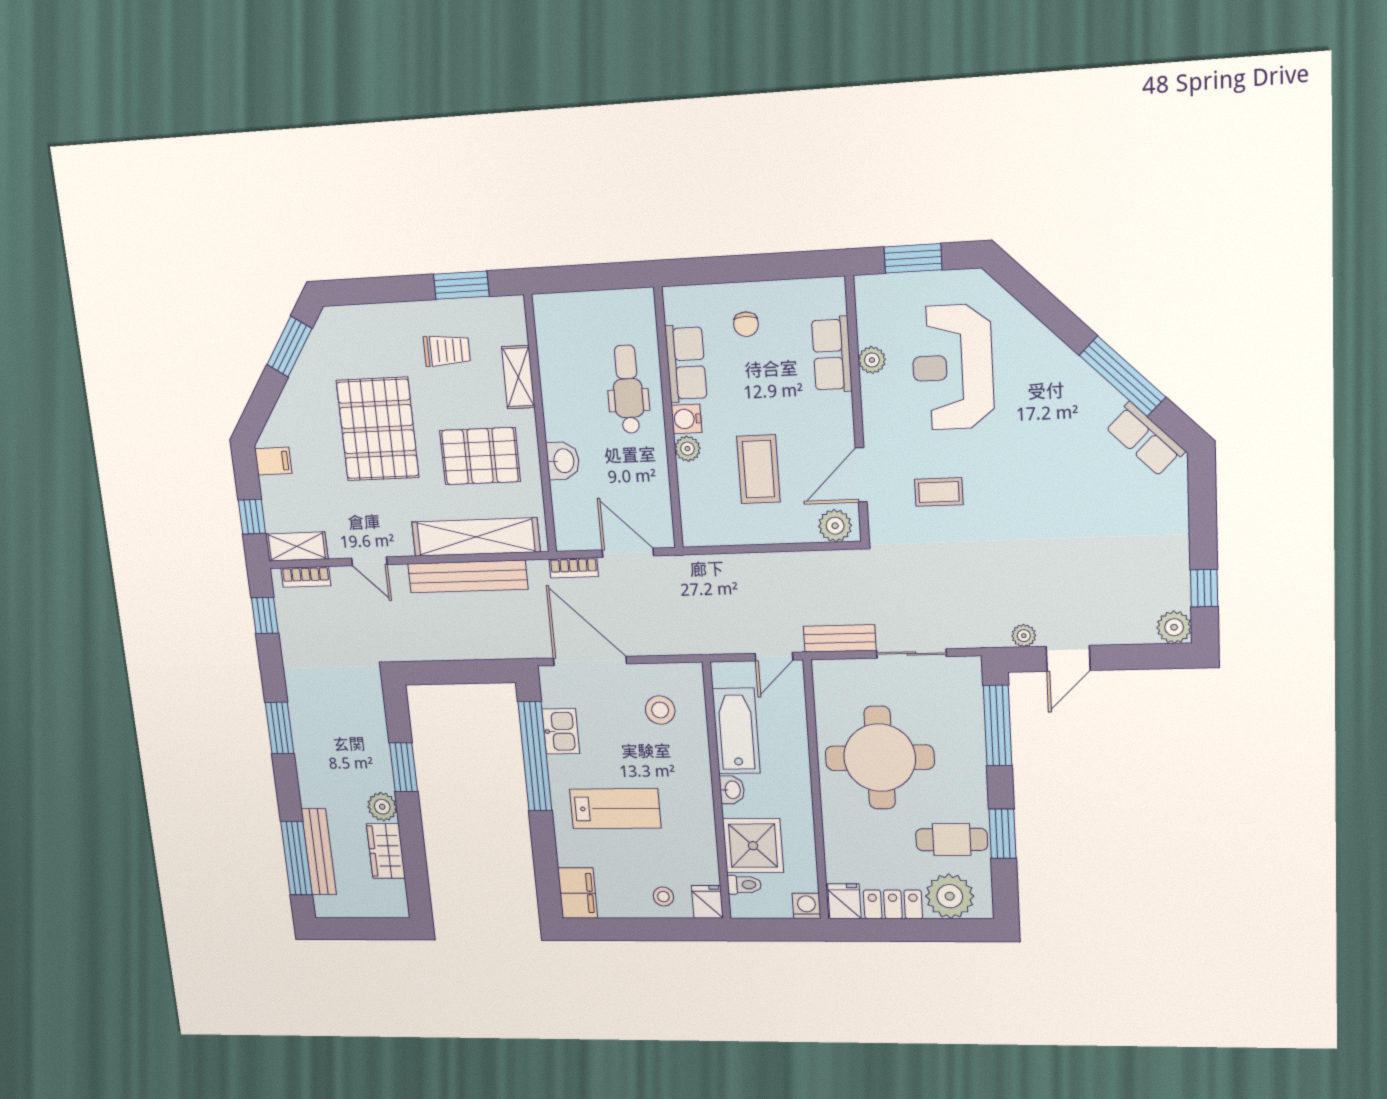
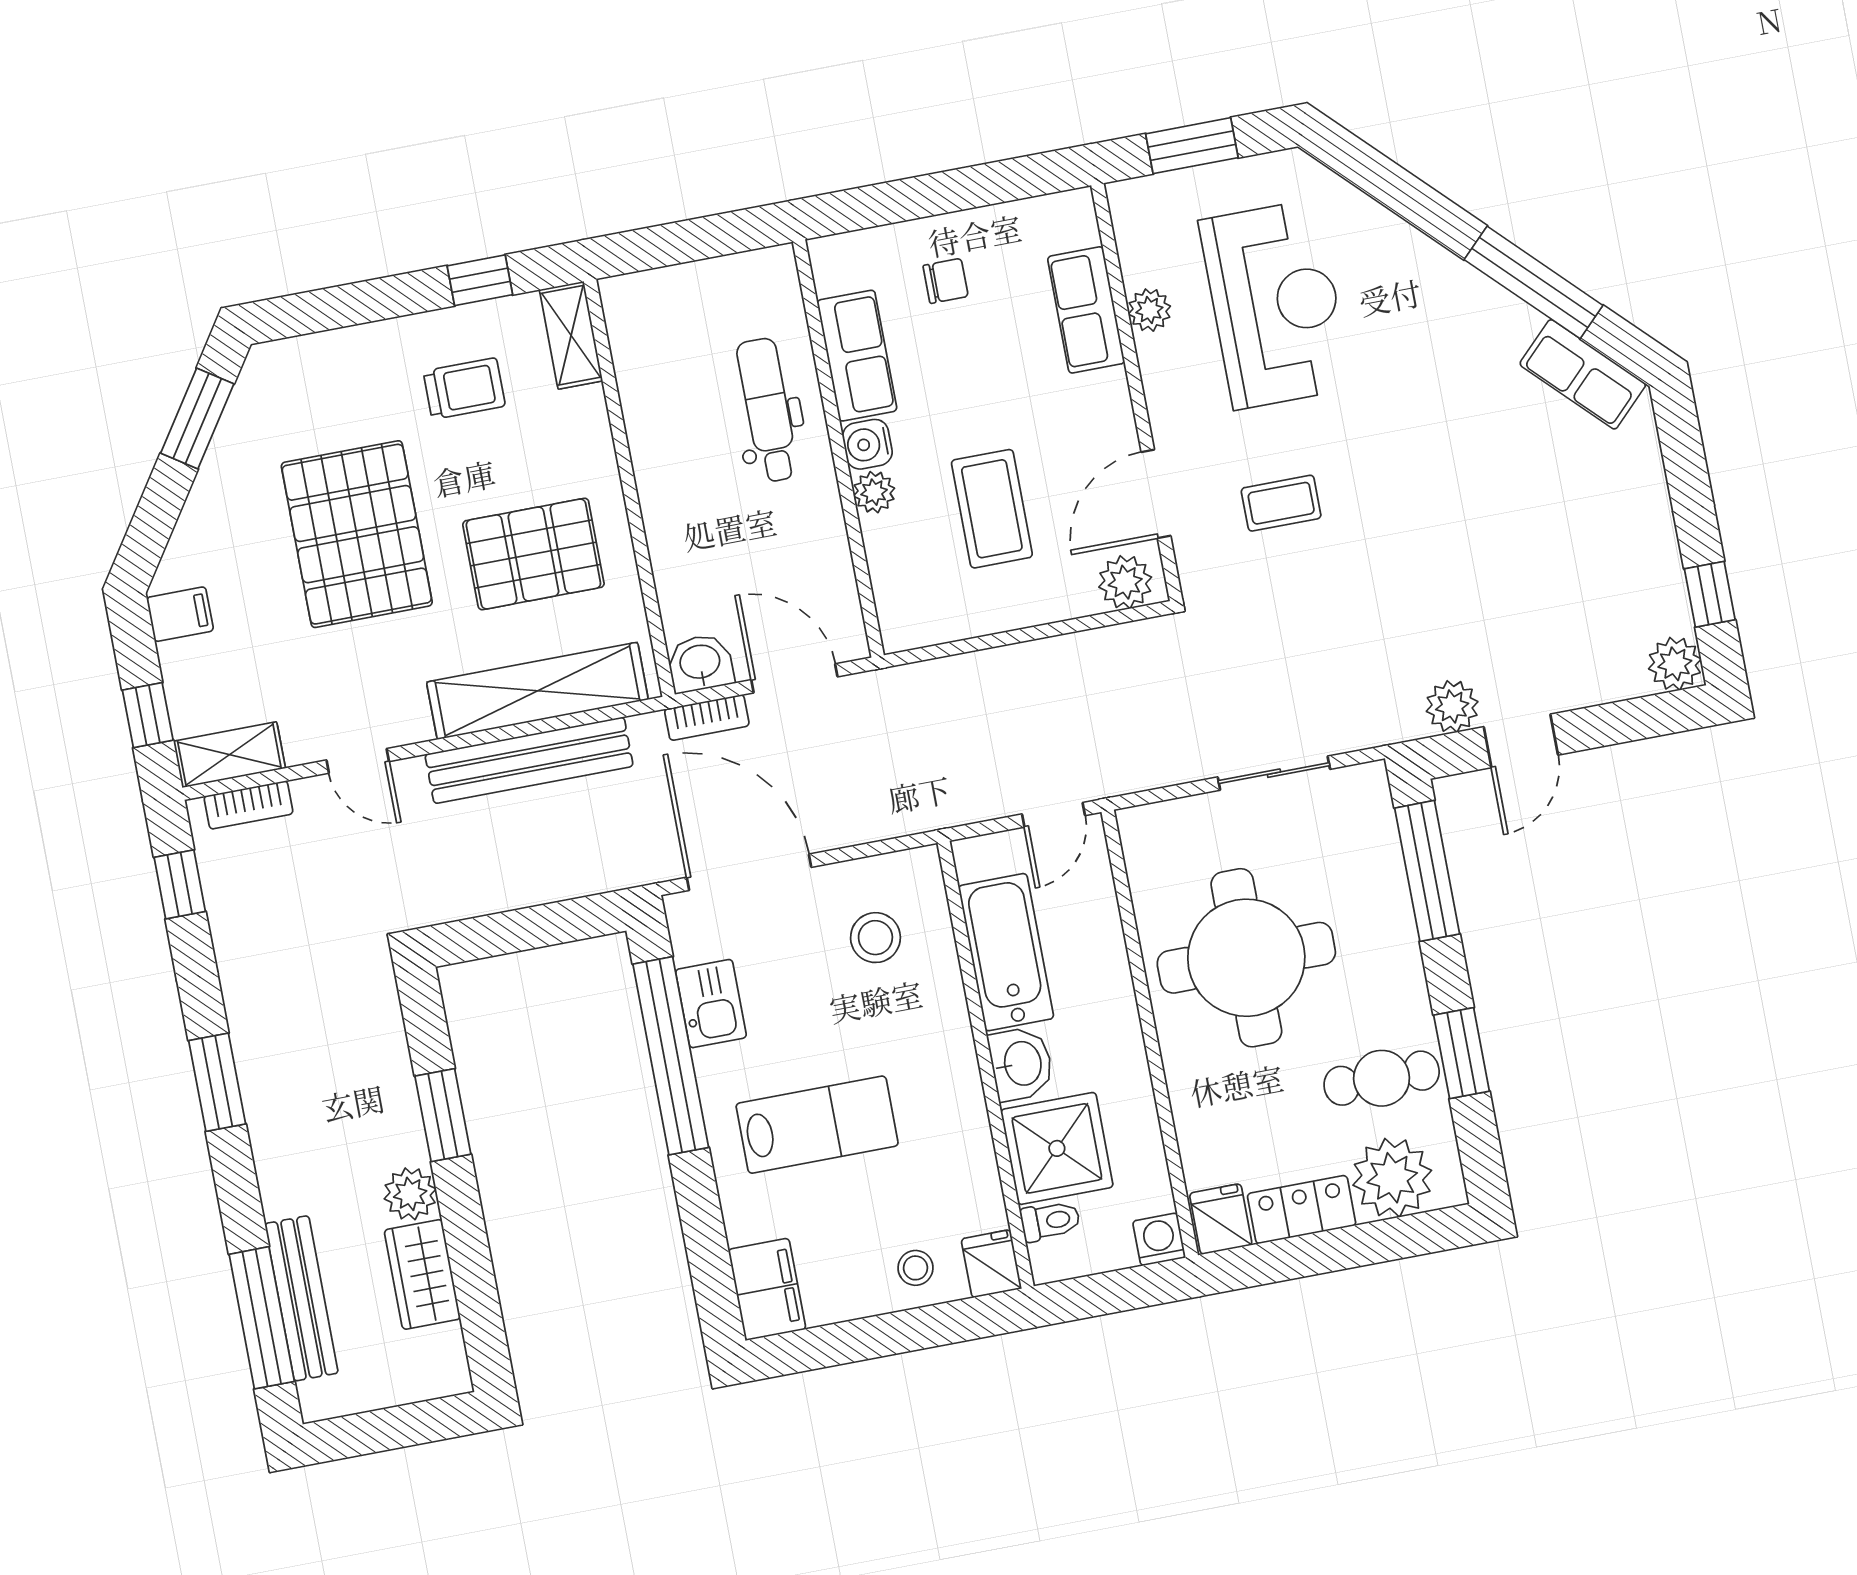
window: (461, 285) -> (480, 280), width x0.67
chair: (746, 324) -> (946, 281), turned -90
reception desk: (953, 367) -> (1275, 304), turned 180
shelving: (518, 377) -> (571, 335), moved
washbasin: (563, 461) -> (700, 663), moved, turned -90
plant: (1024, 636) -> (1452, 706), width x1.38, depth x1.38
bench: (840, 638) -> (1156, 767), removed
washbasin: (732, 790) -> (1021, 1064), width x1.38, depth x1.45

